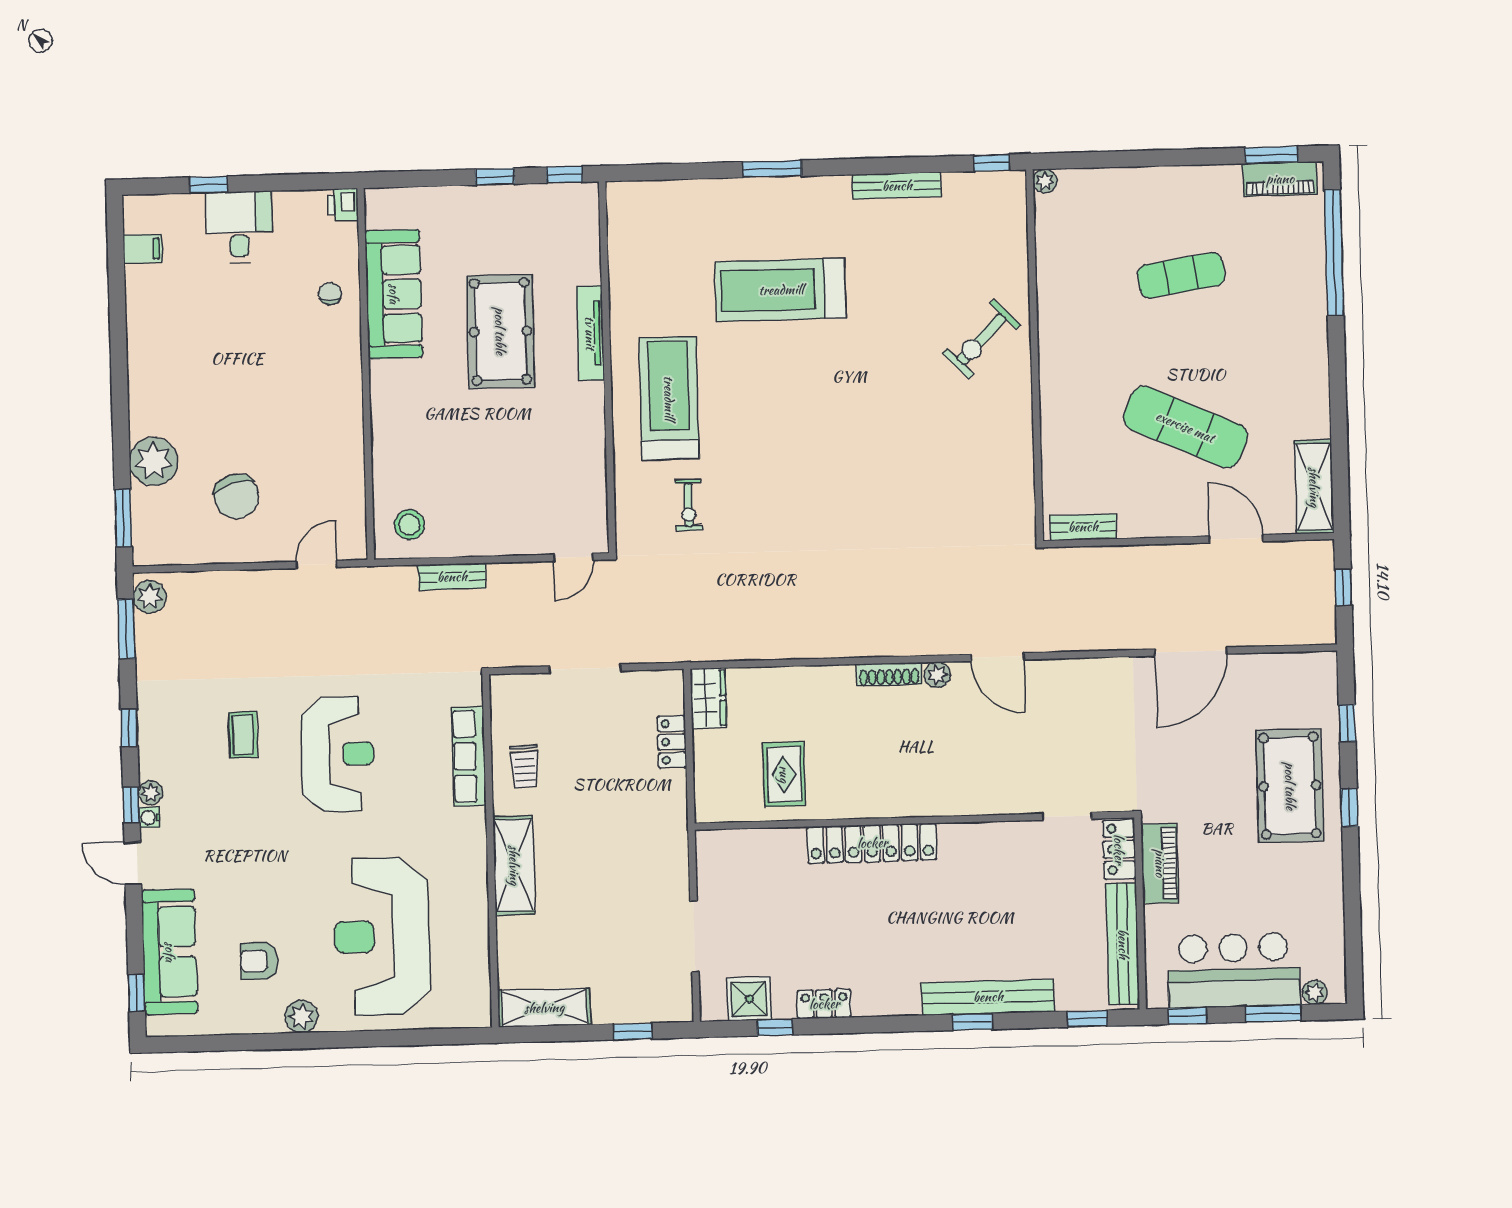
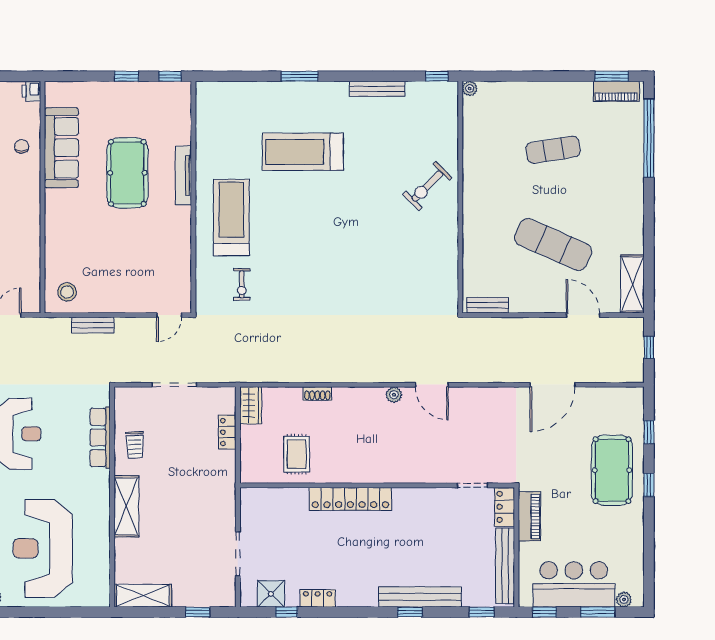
shoe rack: (889, 674) -> (317, 394), moved, width x0.70

